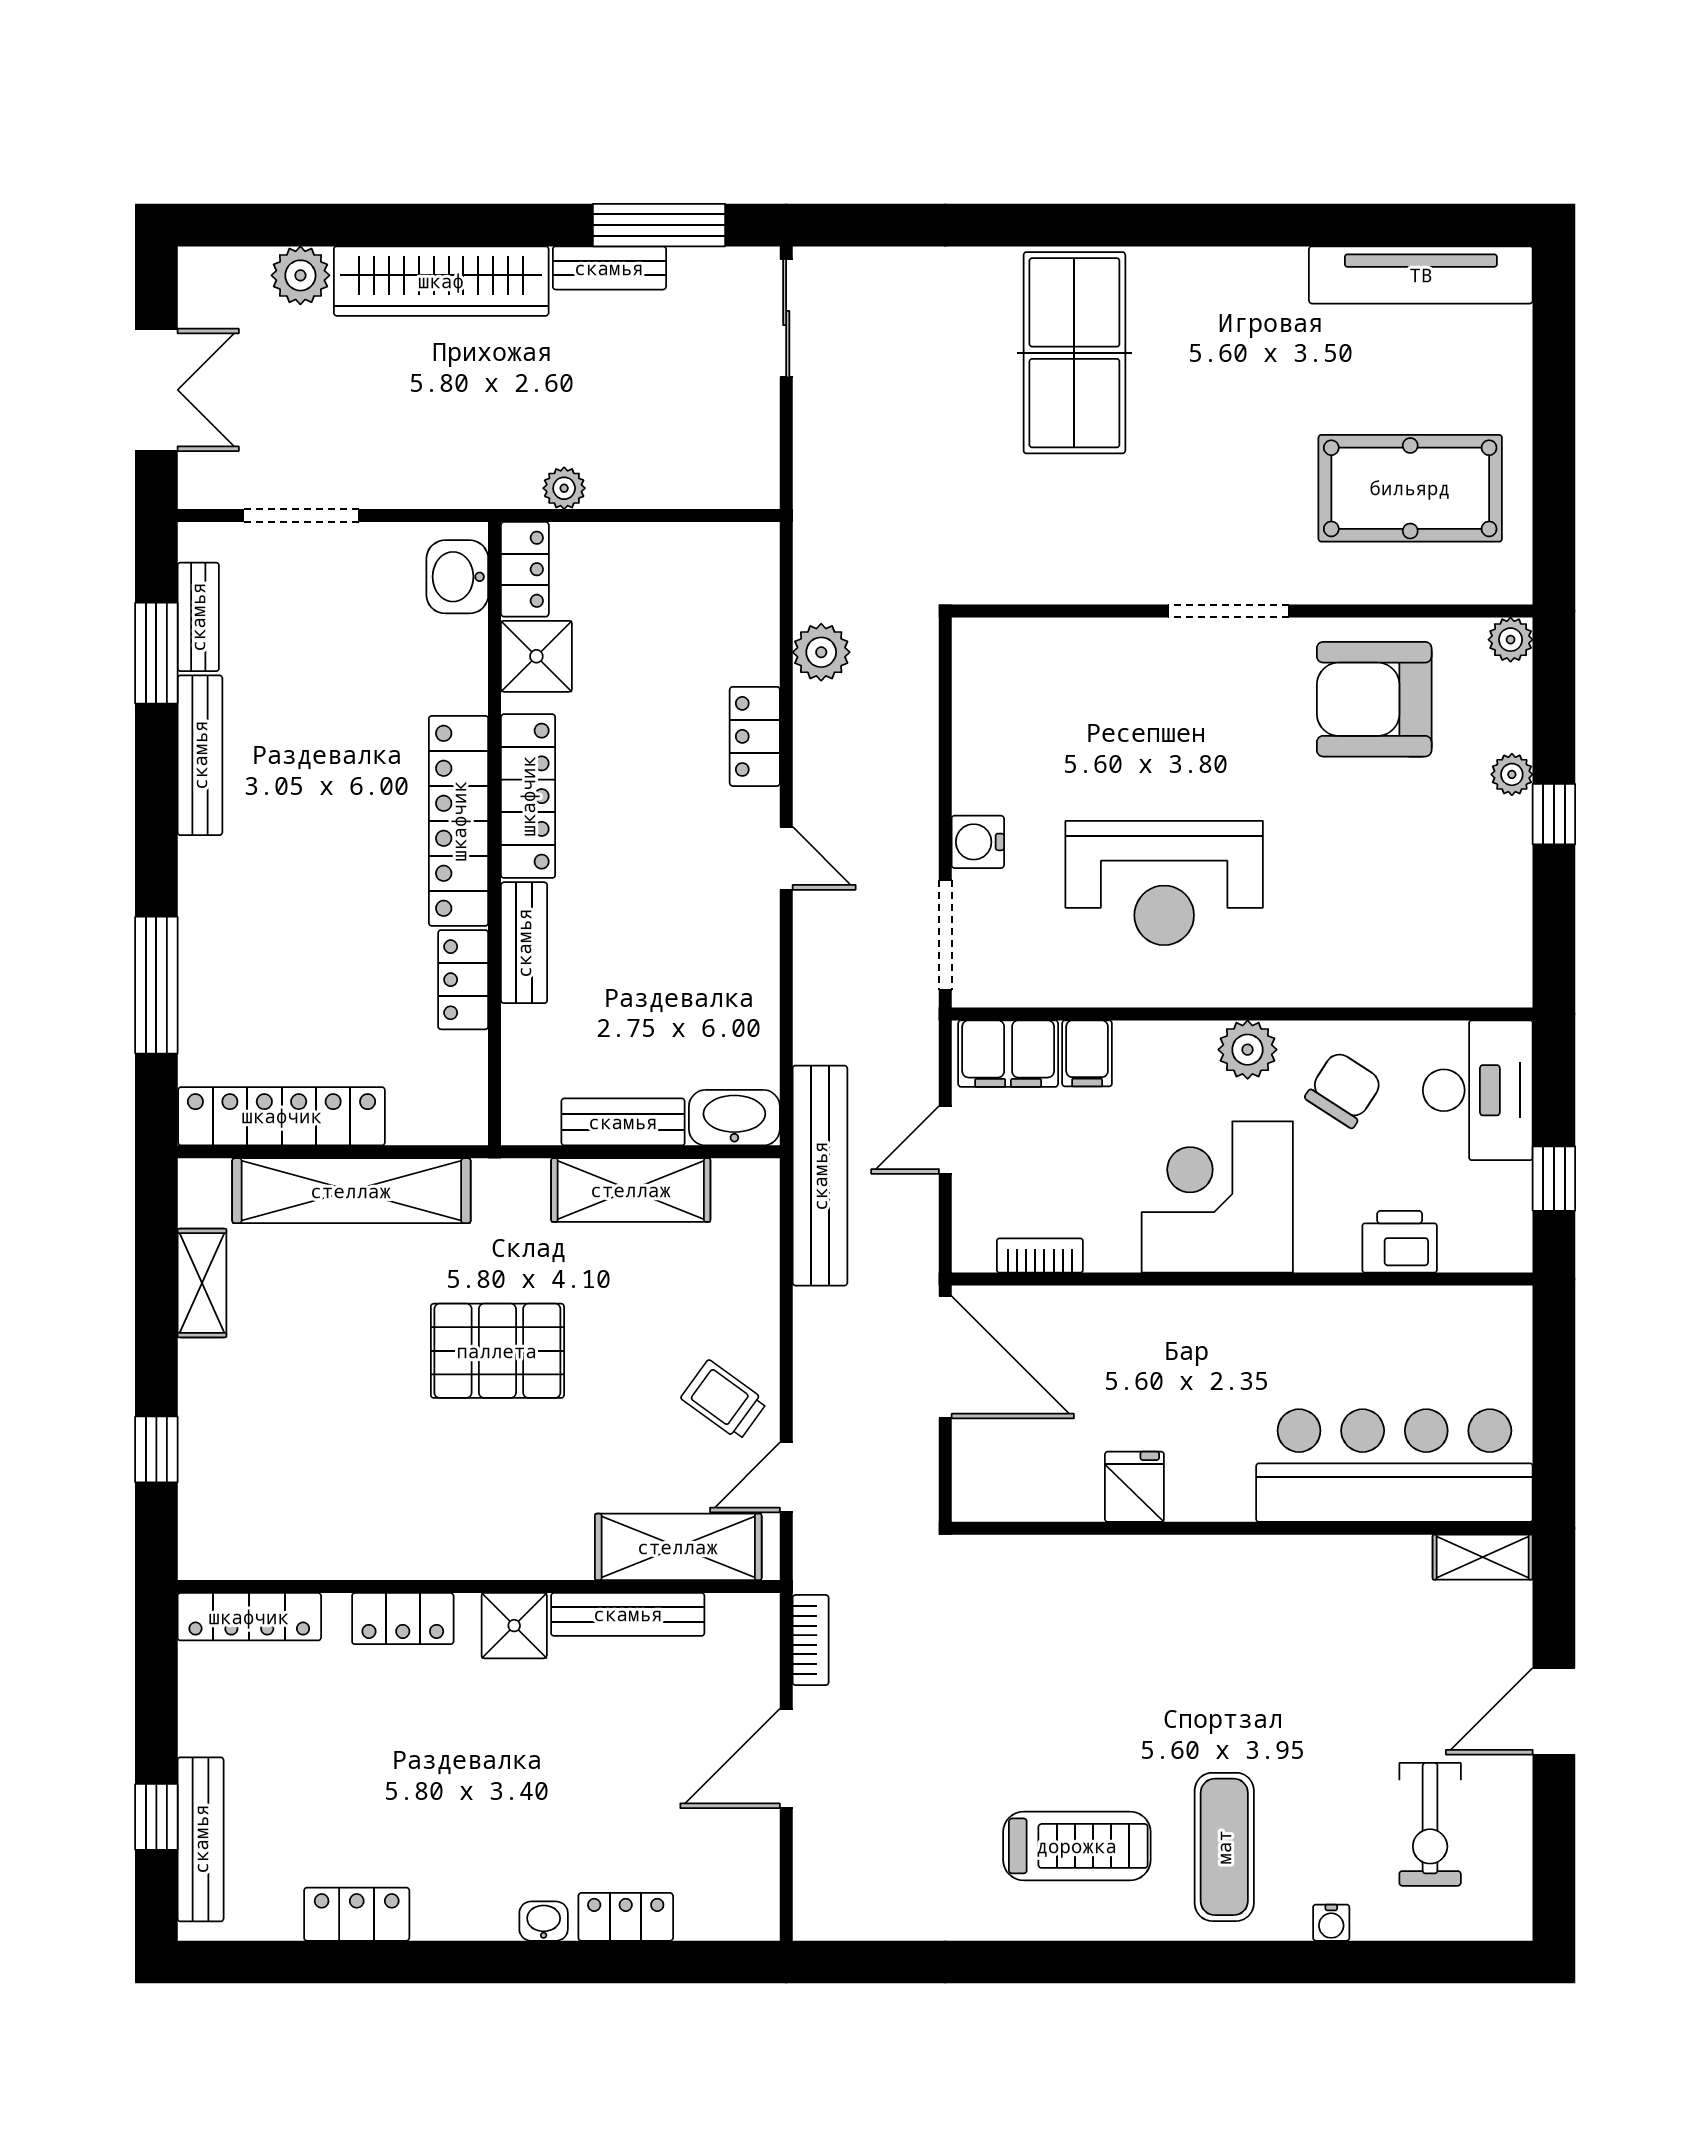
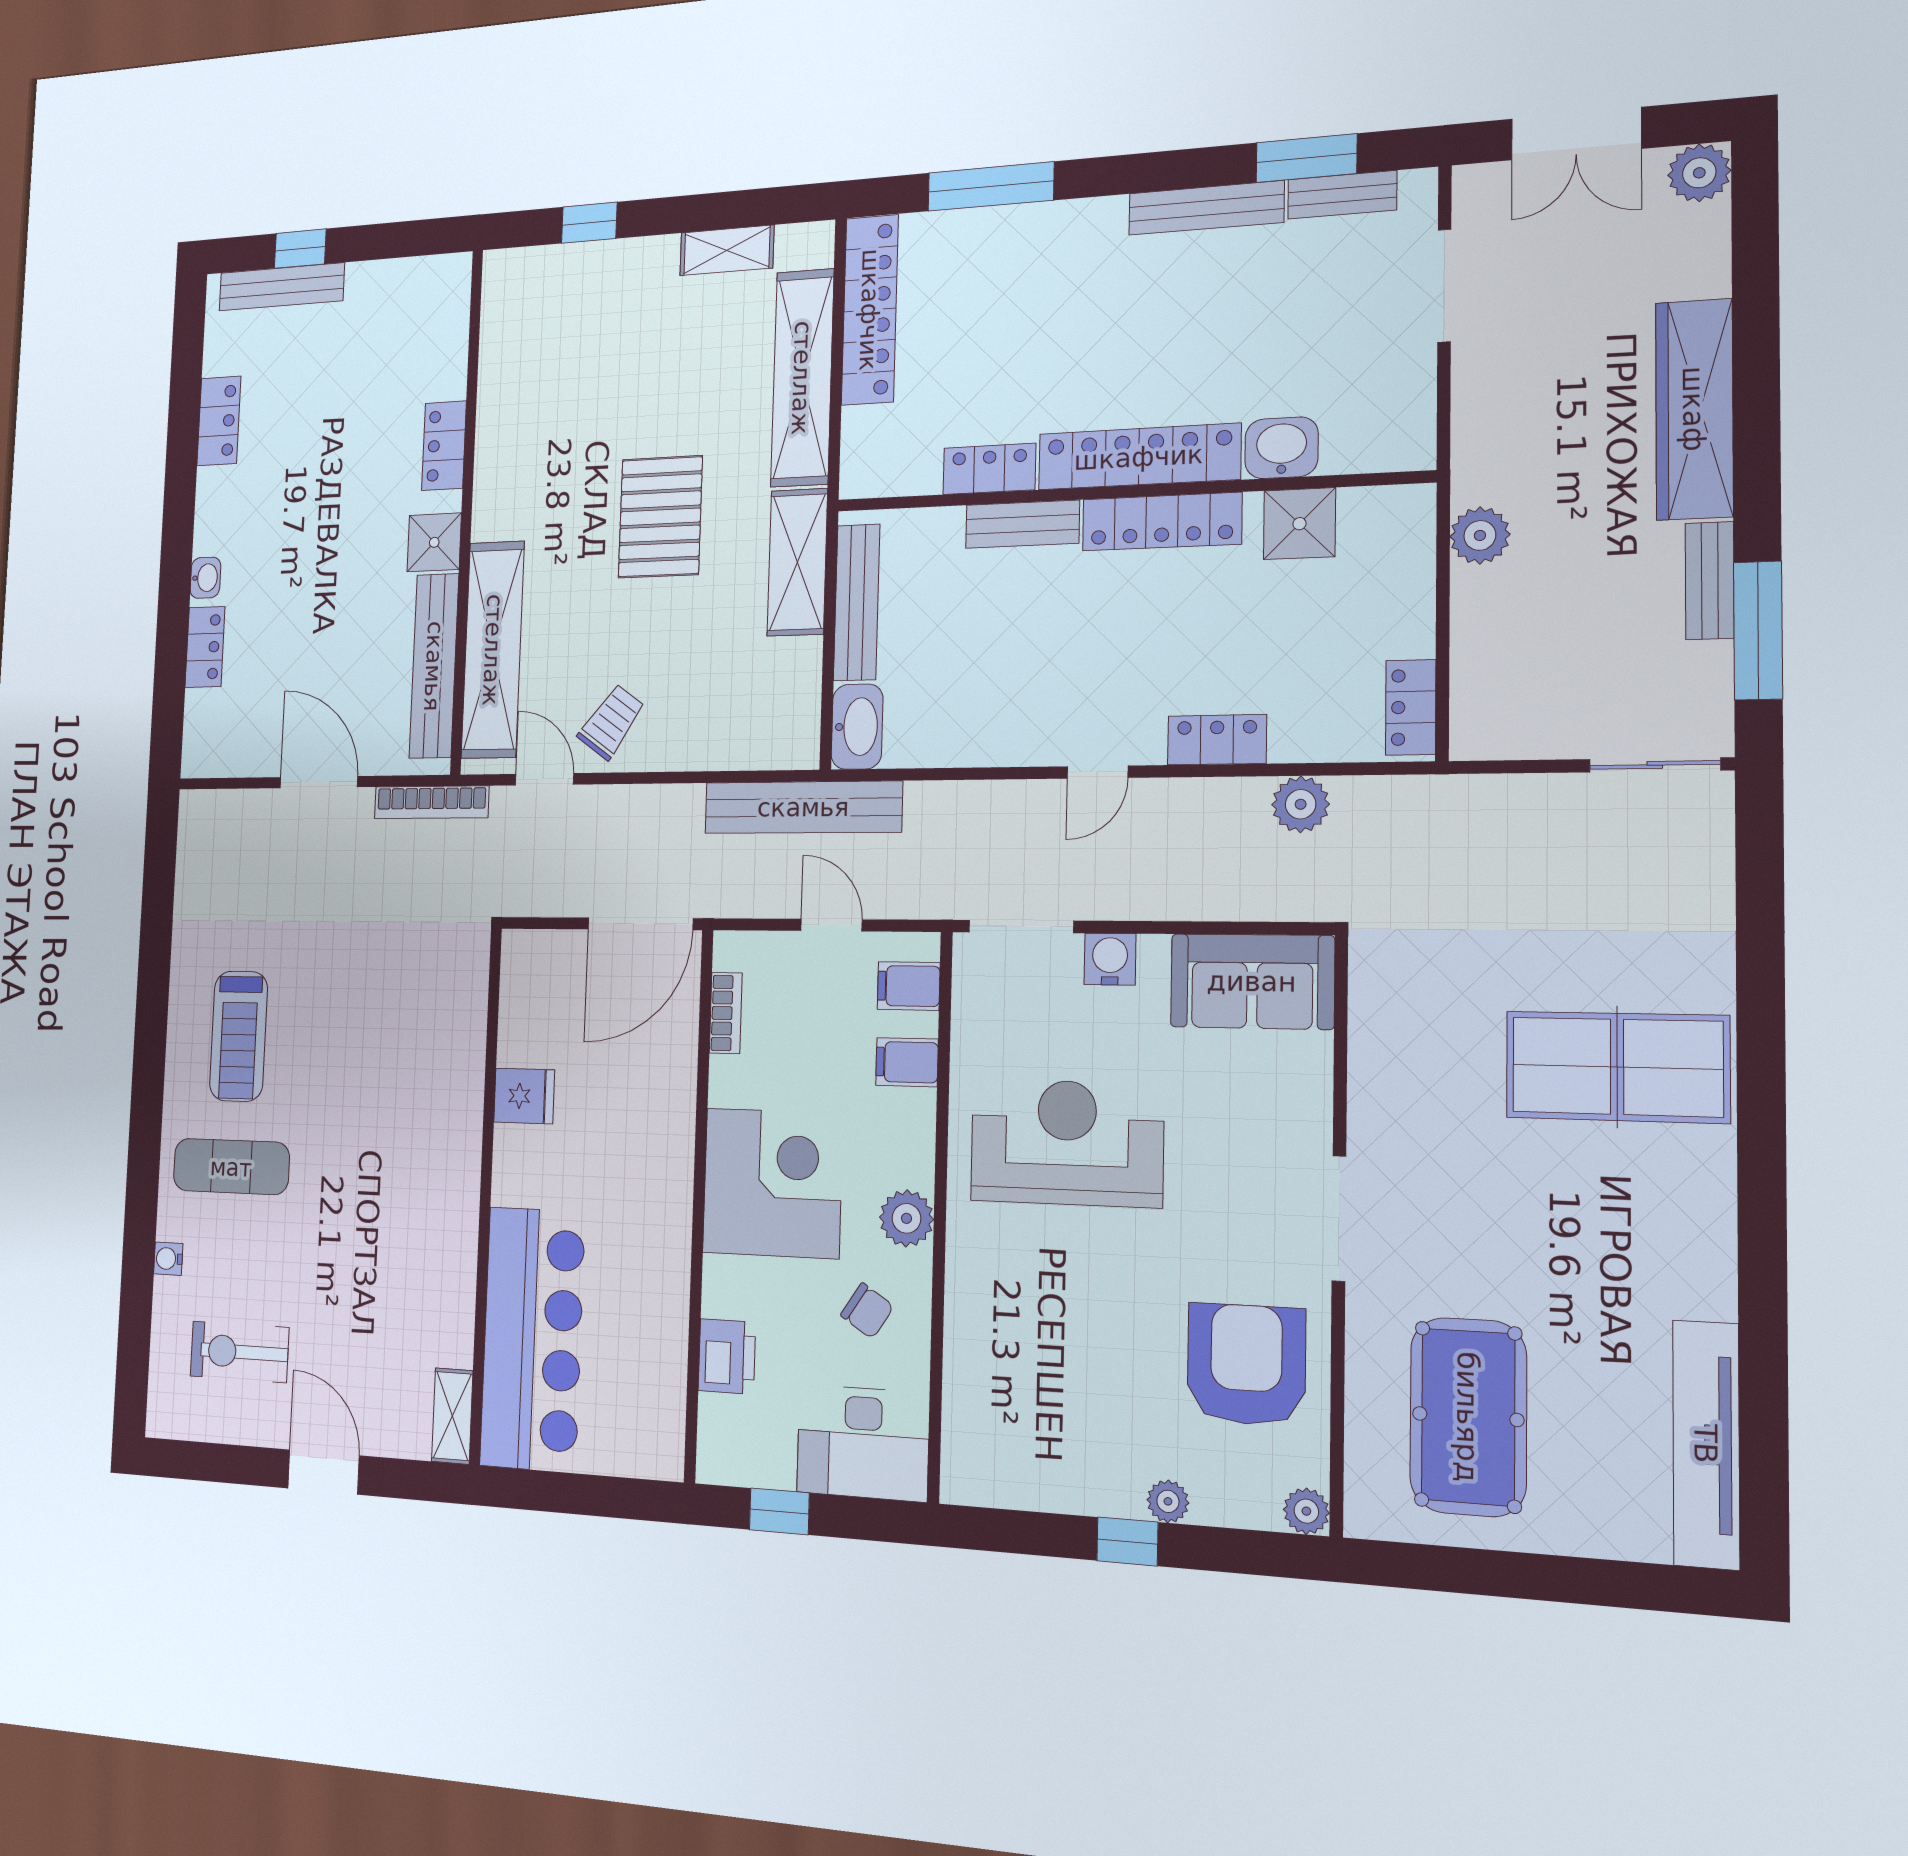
plant: (300, 275) -> (1699, 173), moved
plant: (564, 488) -> (1480, 535), width x1.38, depth x1.38
locker: (525, 569) -> (1411, 707), moved, turned 90
washbasin: (457, 577) -> (1282, 448), moved
sofa: (998, 698) -> (1252, 981), added
reception desk: (1164, 883) -> (1067, 1143), turned 90
filing cabinet: (1008, 1054) -> (909, 986), width x0.50
chair: (1344, 1089) -> (867, 1311), width x0.73, depth x0.73
bench: (623, 1122) -> (857, 602), width x1.36
shelving: (631, 1190) -> (797, 562), moved
shelving: (678, 1547) -> (493, 650), width x1.47
bench: (628, 1614) -> (434, 666), width x1.37, depth x1.21
locker: (249, 1617) -> (451, 314), removed
bookcase: (811, 1640) -> (431, 802), width x1.56

